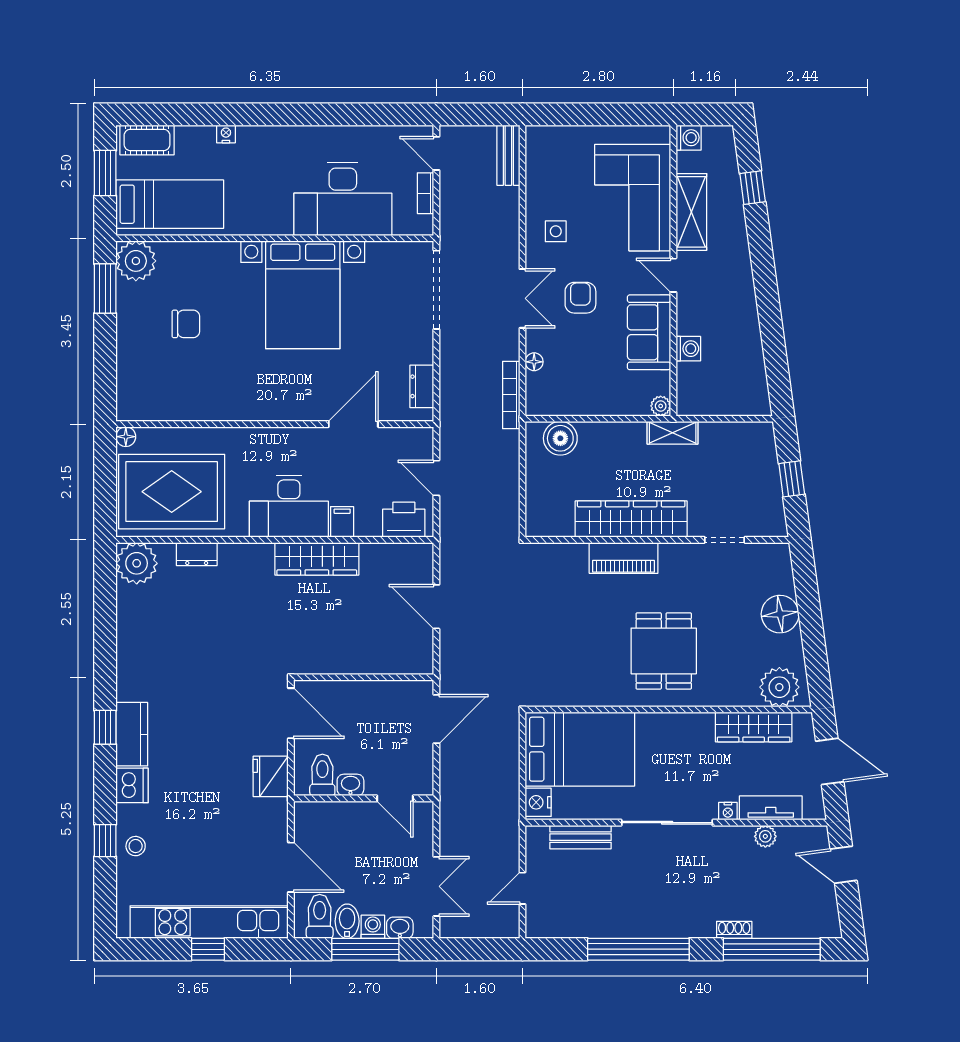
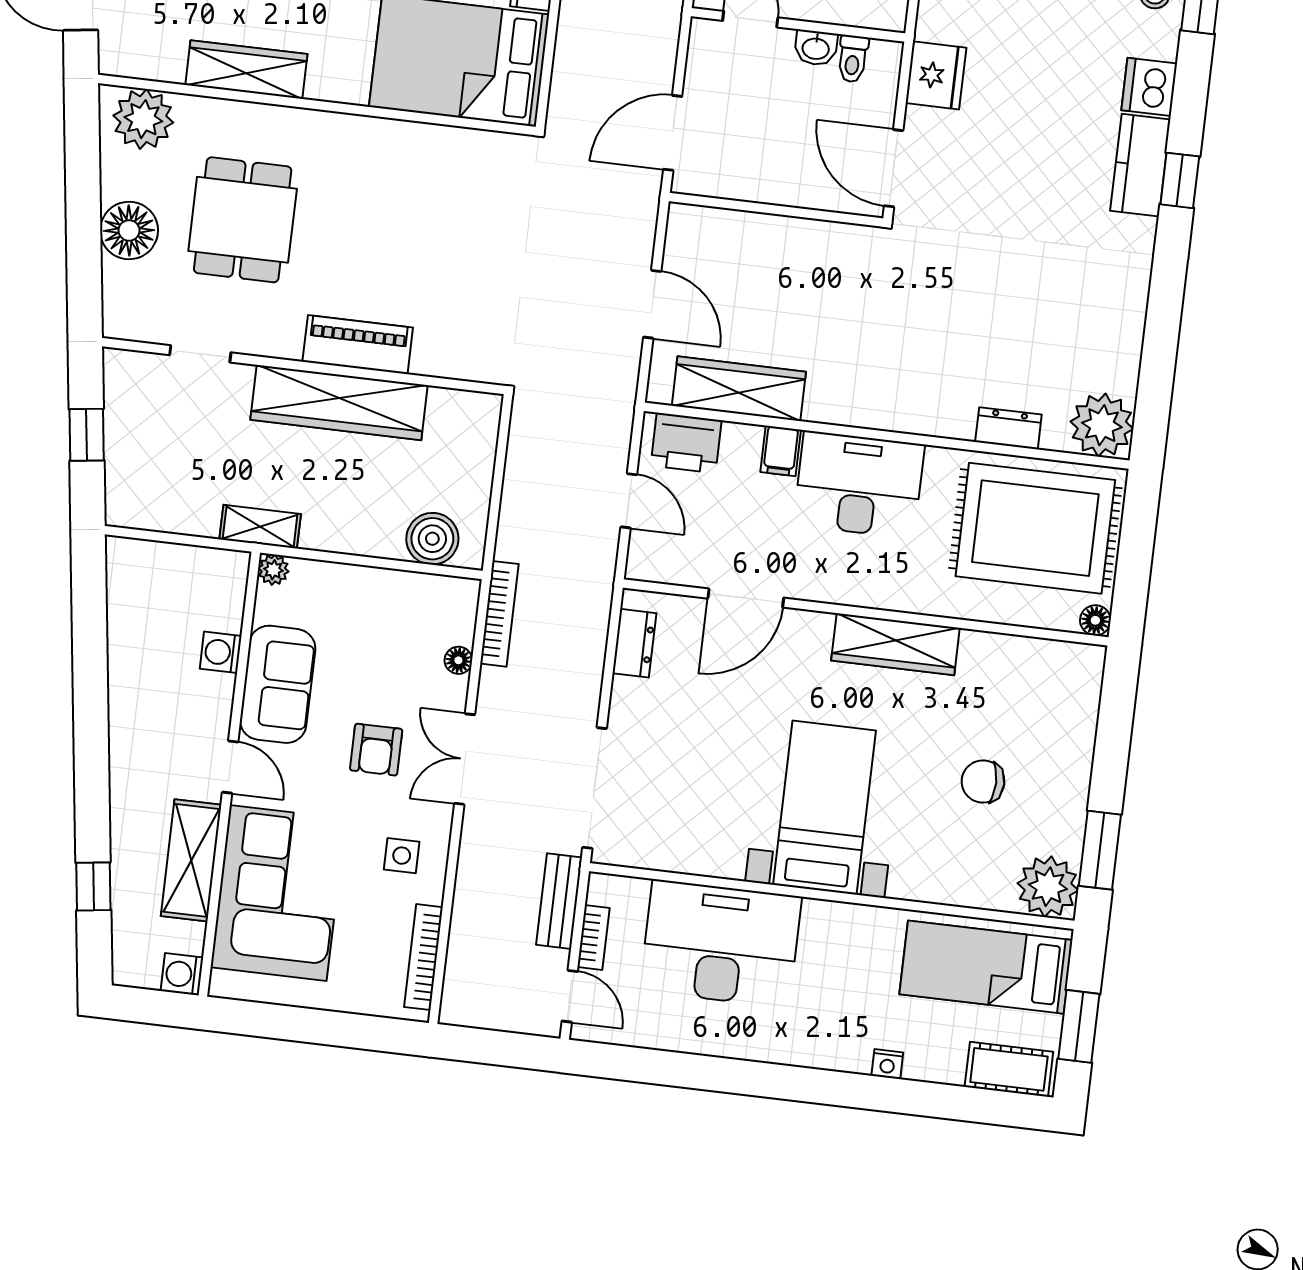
bench: (508, 155) -> (559, 901), moved
bookcase: (534, 167) -> (423, 957), added
bed with nightstands: (303, 295) -> (824, 808), width x0.73
wardrobe: (253, 406) -> (895, 644), added
wardrobe: (317, 559) -> (739, 389), moved
dining table: (664, 651) -> (243, 220), moved
wardrobe: (754, 727) -> (246, 70), moved
toilet: (322, 775) -> (853, 59), width x0.73, depth x0.72

